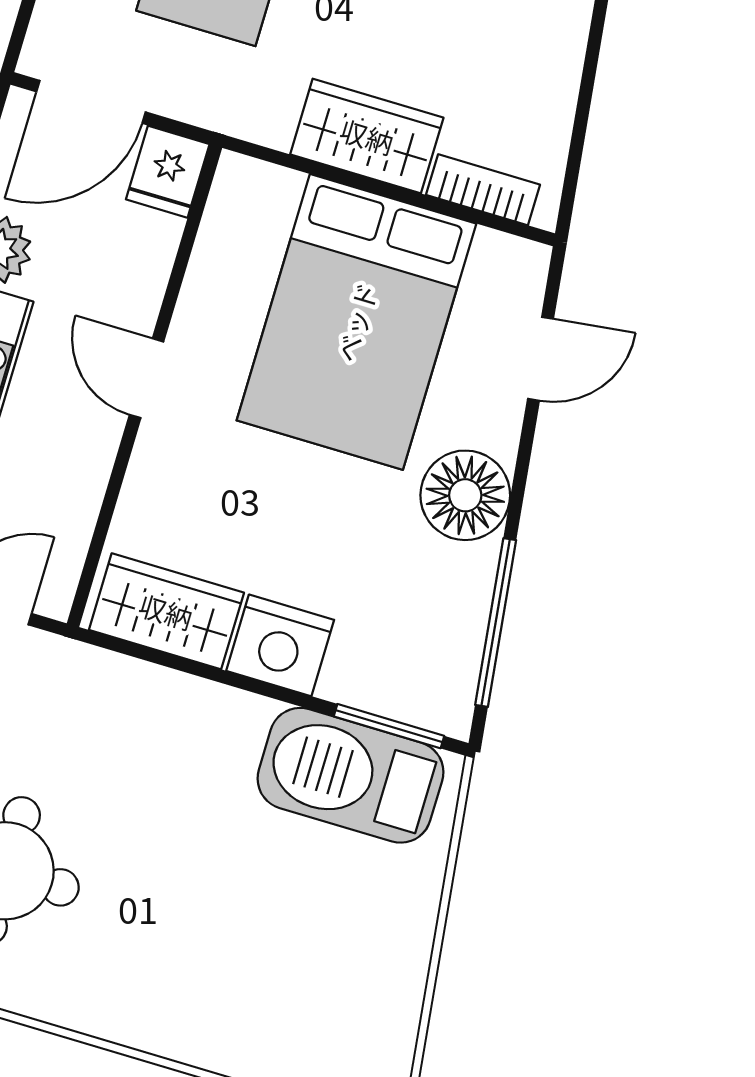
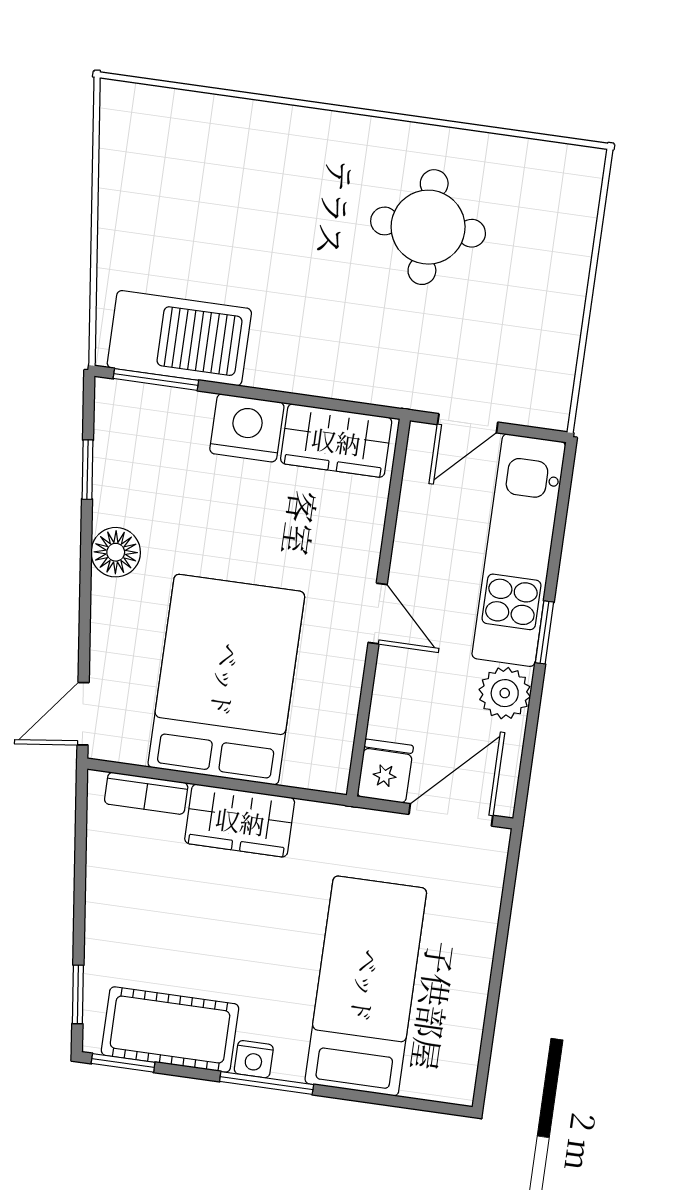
door: (540, 359) -> (83, 714), moved
floor lamp: (465, 495) -> (116, 552), width x0.73, depth x0.73
window: (496, 623) -> (88, 470), width x0.46

